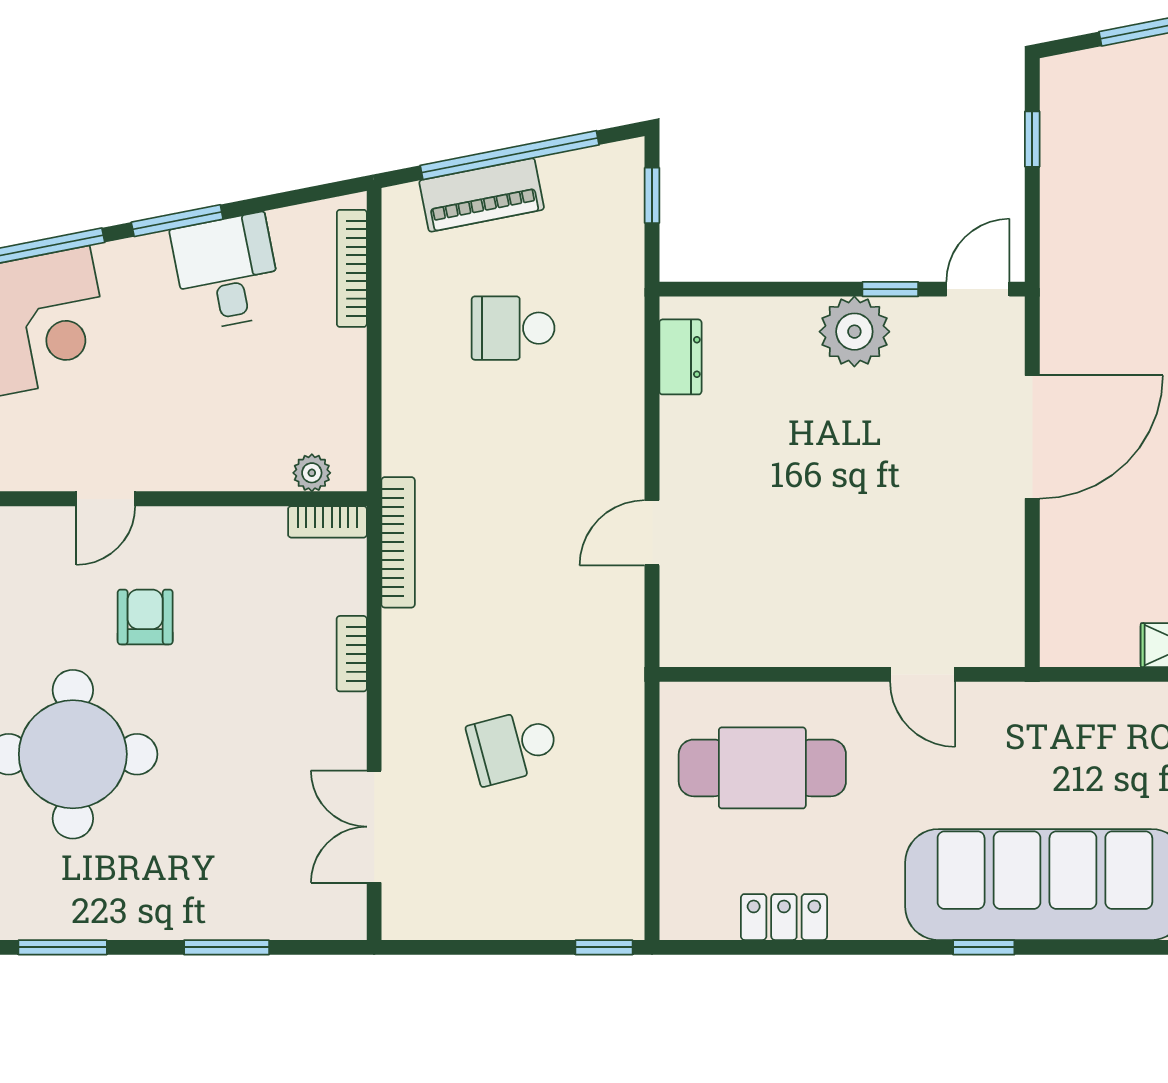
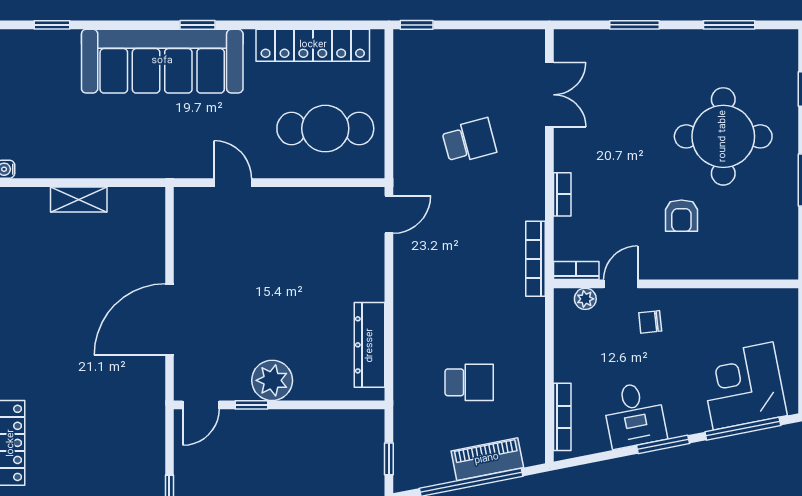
dresser: (680, 357) -> (370, 345), width x1.96, depth x1.24
chair: (199, 433) -> (650, 322), added
door: (106, 499) -> (621, 284), moved
door: (652, 533) -> (389, 214), moved
locker: (784, 917) -> (313, 45), width x2.16, depth x1.21

